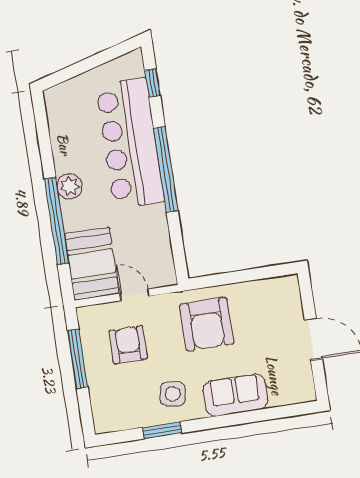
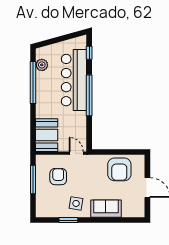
plant: (70, 186) -> (42, 65), moved
window: (57, 221) -> (33, 83), moved
door: (135, 295) -> (76, 153), moved
armchair: (207, 324) -> (119, 169), moved

